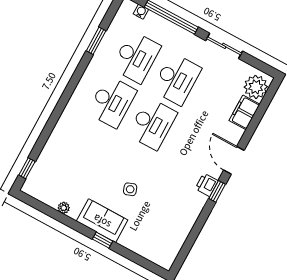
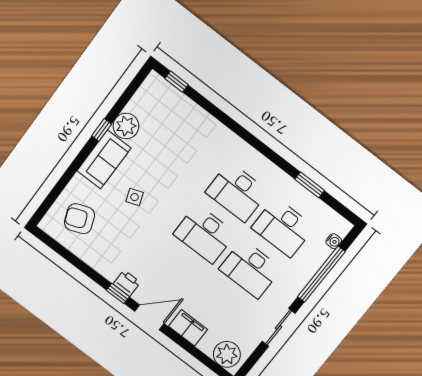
filing cabinet: (244, 112) -> (188, 328), moved
plant: (64, 208) -> (126, 126), width x1.88, depth x1.88
armchair: (157, 235) -> (79, 219), added
window: (103, 240) -> (102, 130), moved

